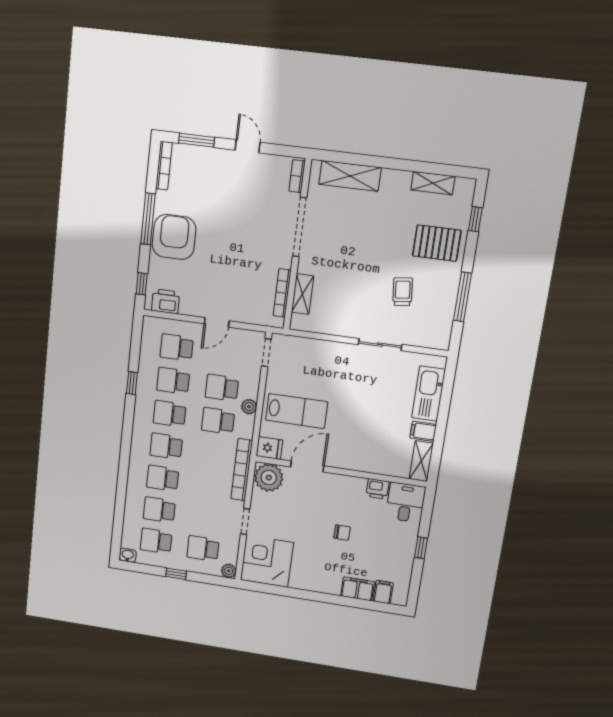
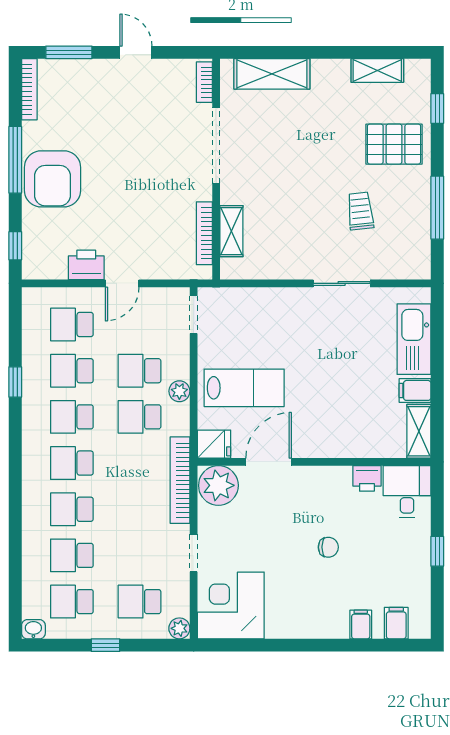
armchair: (174, 237) -> (53, 179), turned 180
printer: (165, 301) -> (86, 265), moved
filing cabinet: (358, 589) -> (361, 624), width x0.50

